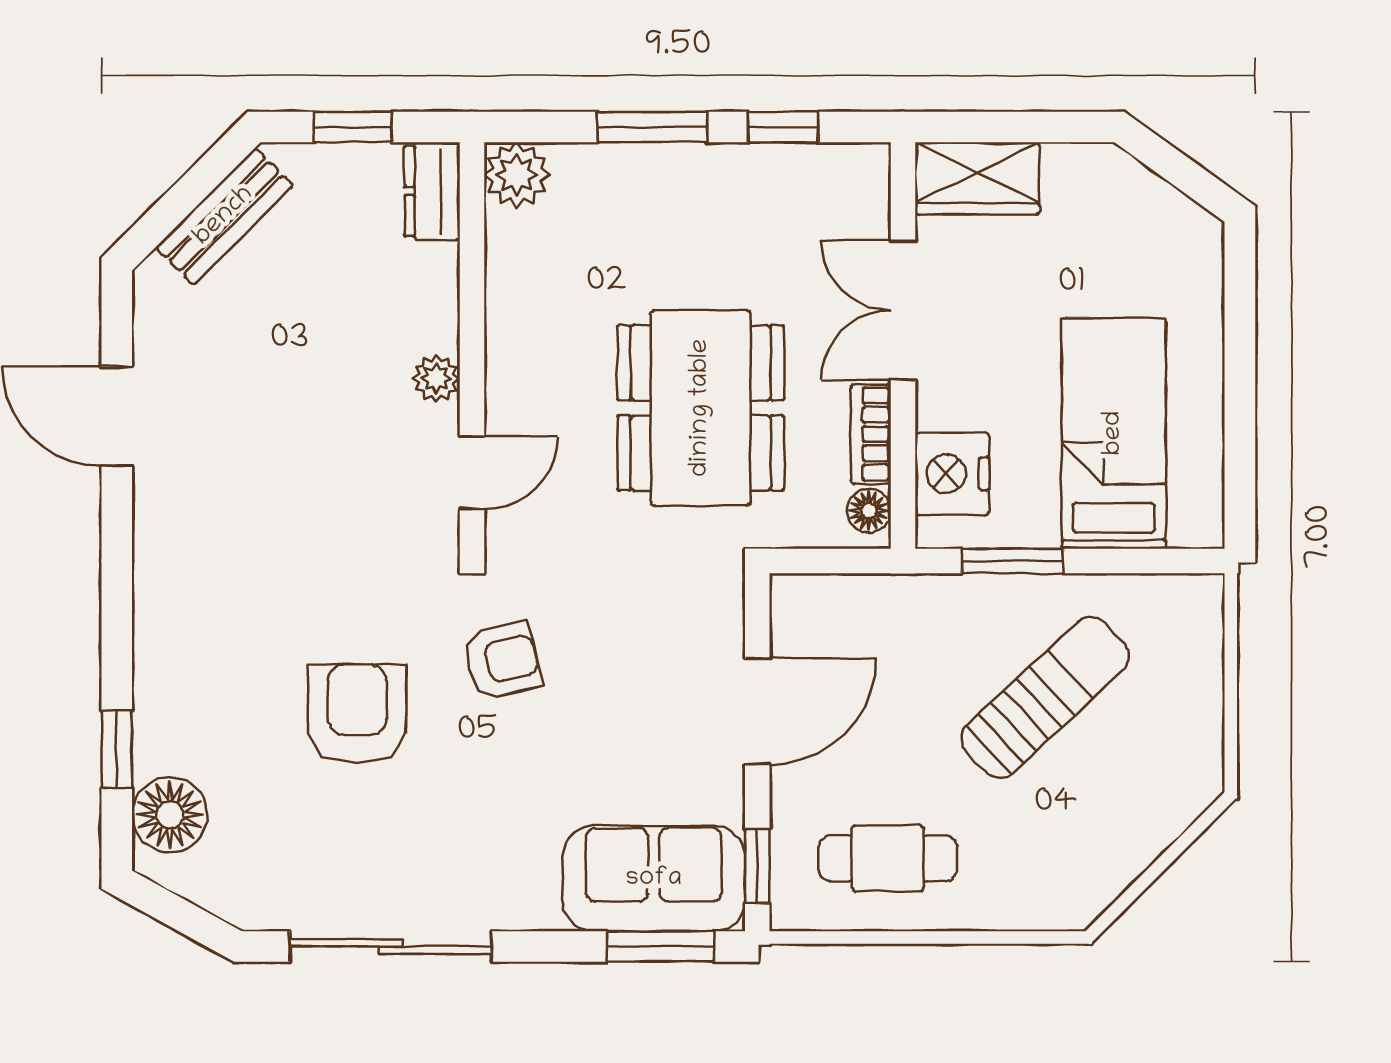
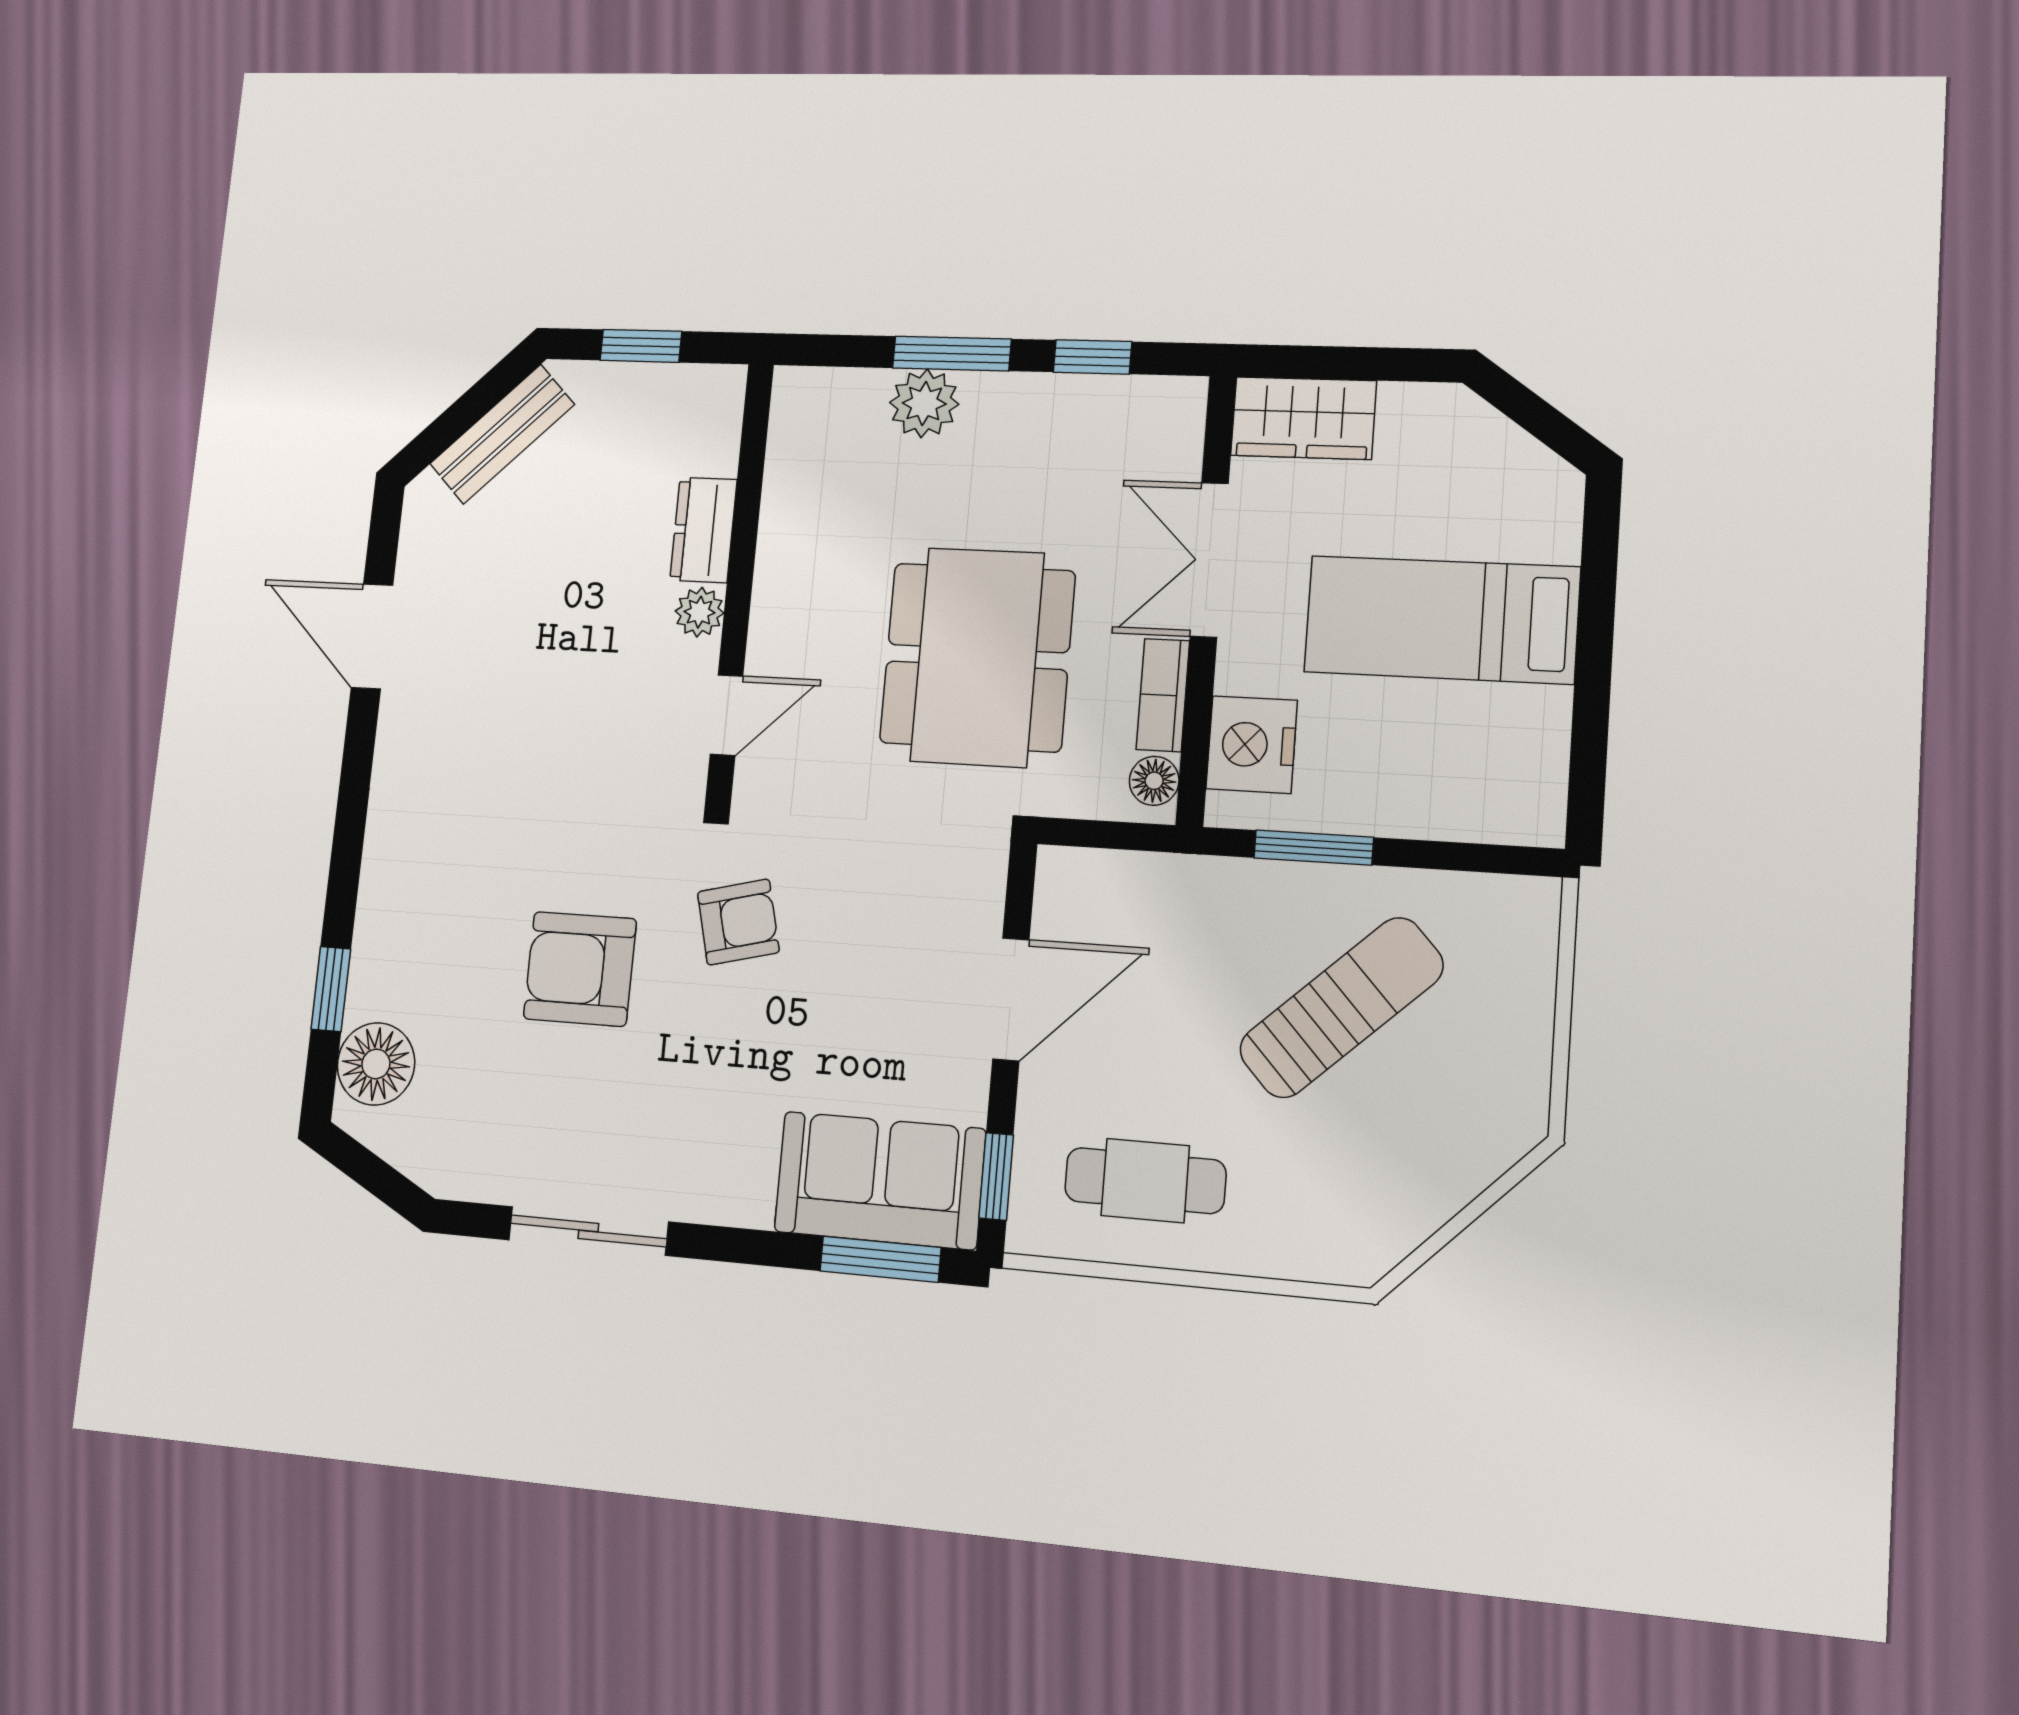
plant: (517, 175) -> (924, 403), moved
dresser: (432, 191) -> (703, 530), moved
bed: (1114, 433) -> (1441, 620), moved, turned -90
armchair: (357, 714) -> (580, 969), turned -90
sliding door: (391, 947) -> (588, 1231), width x0.73

